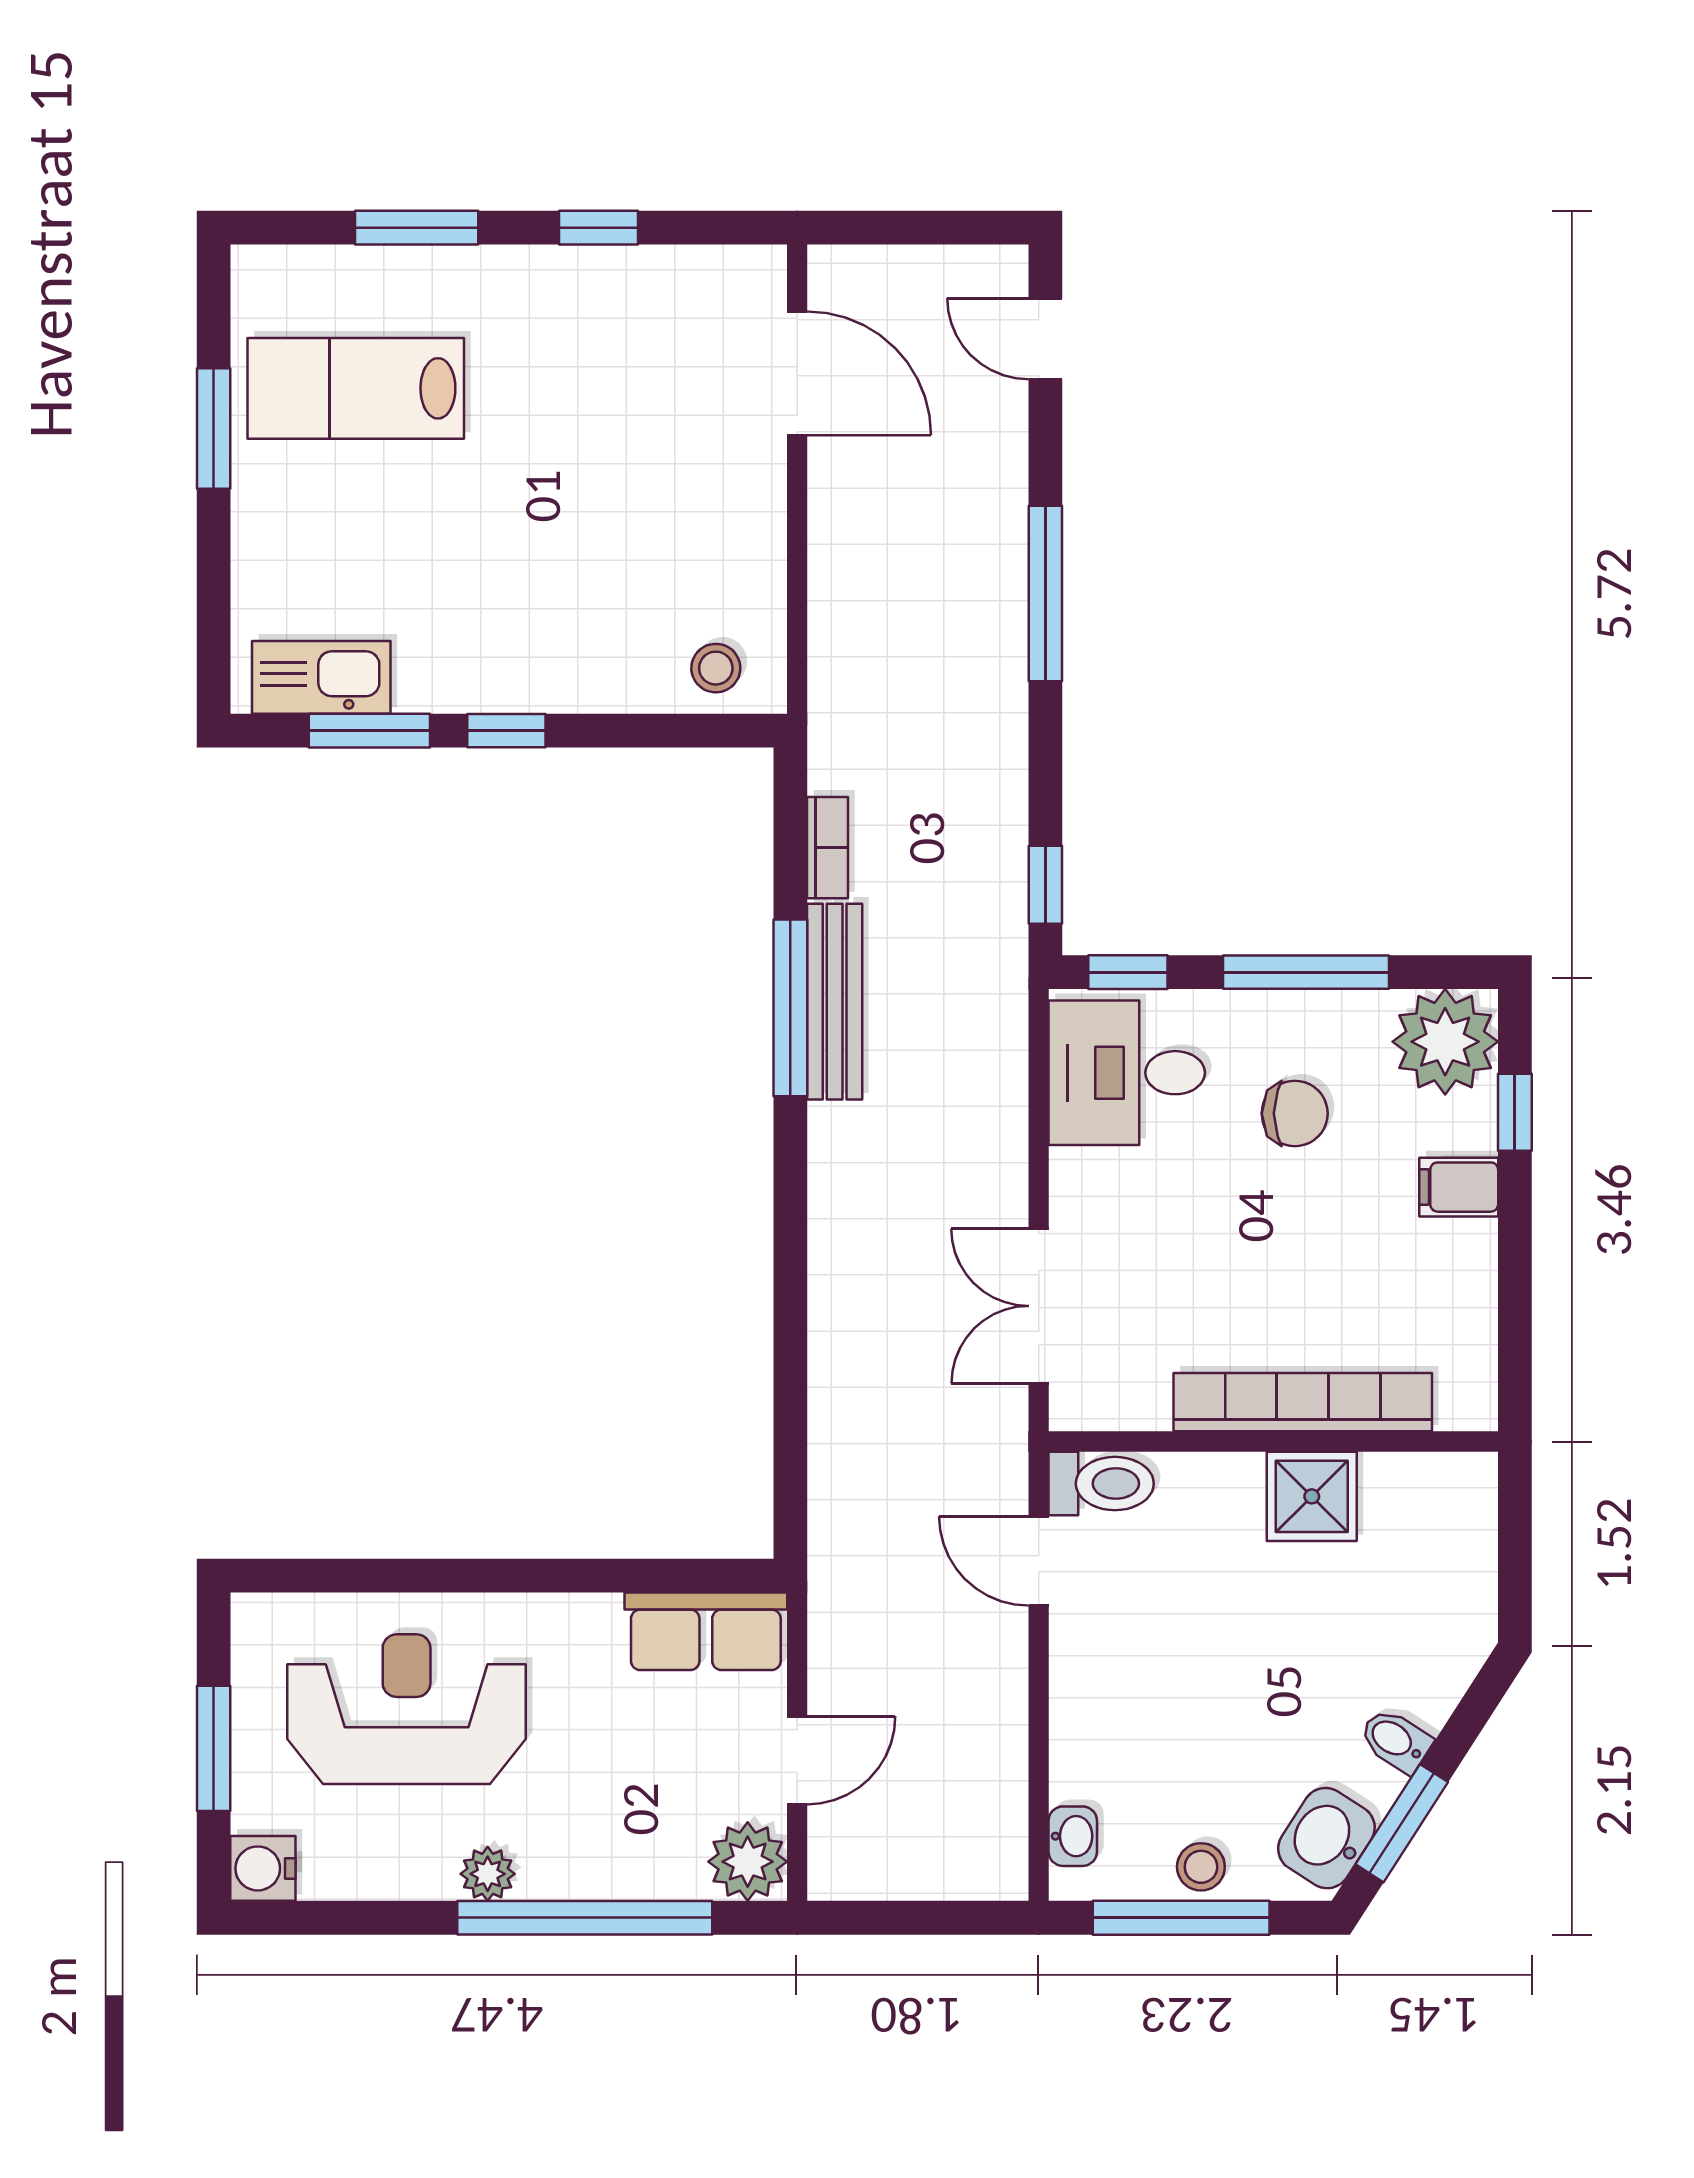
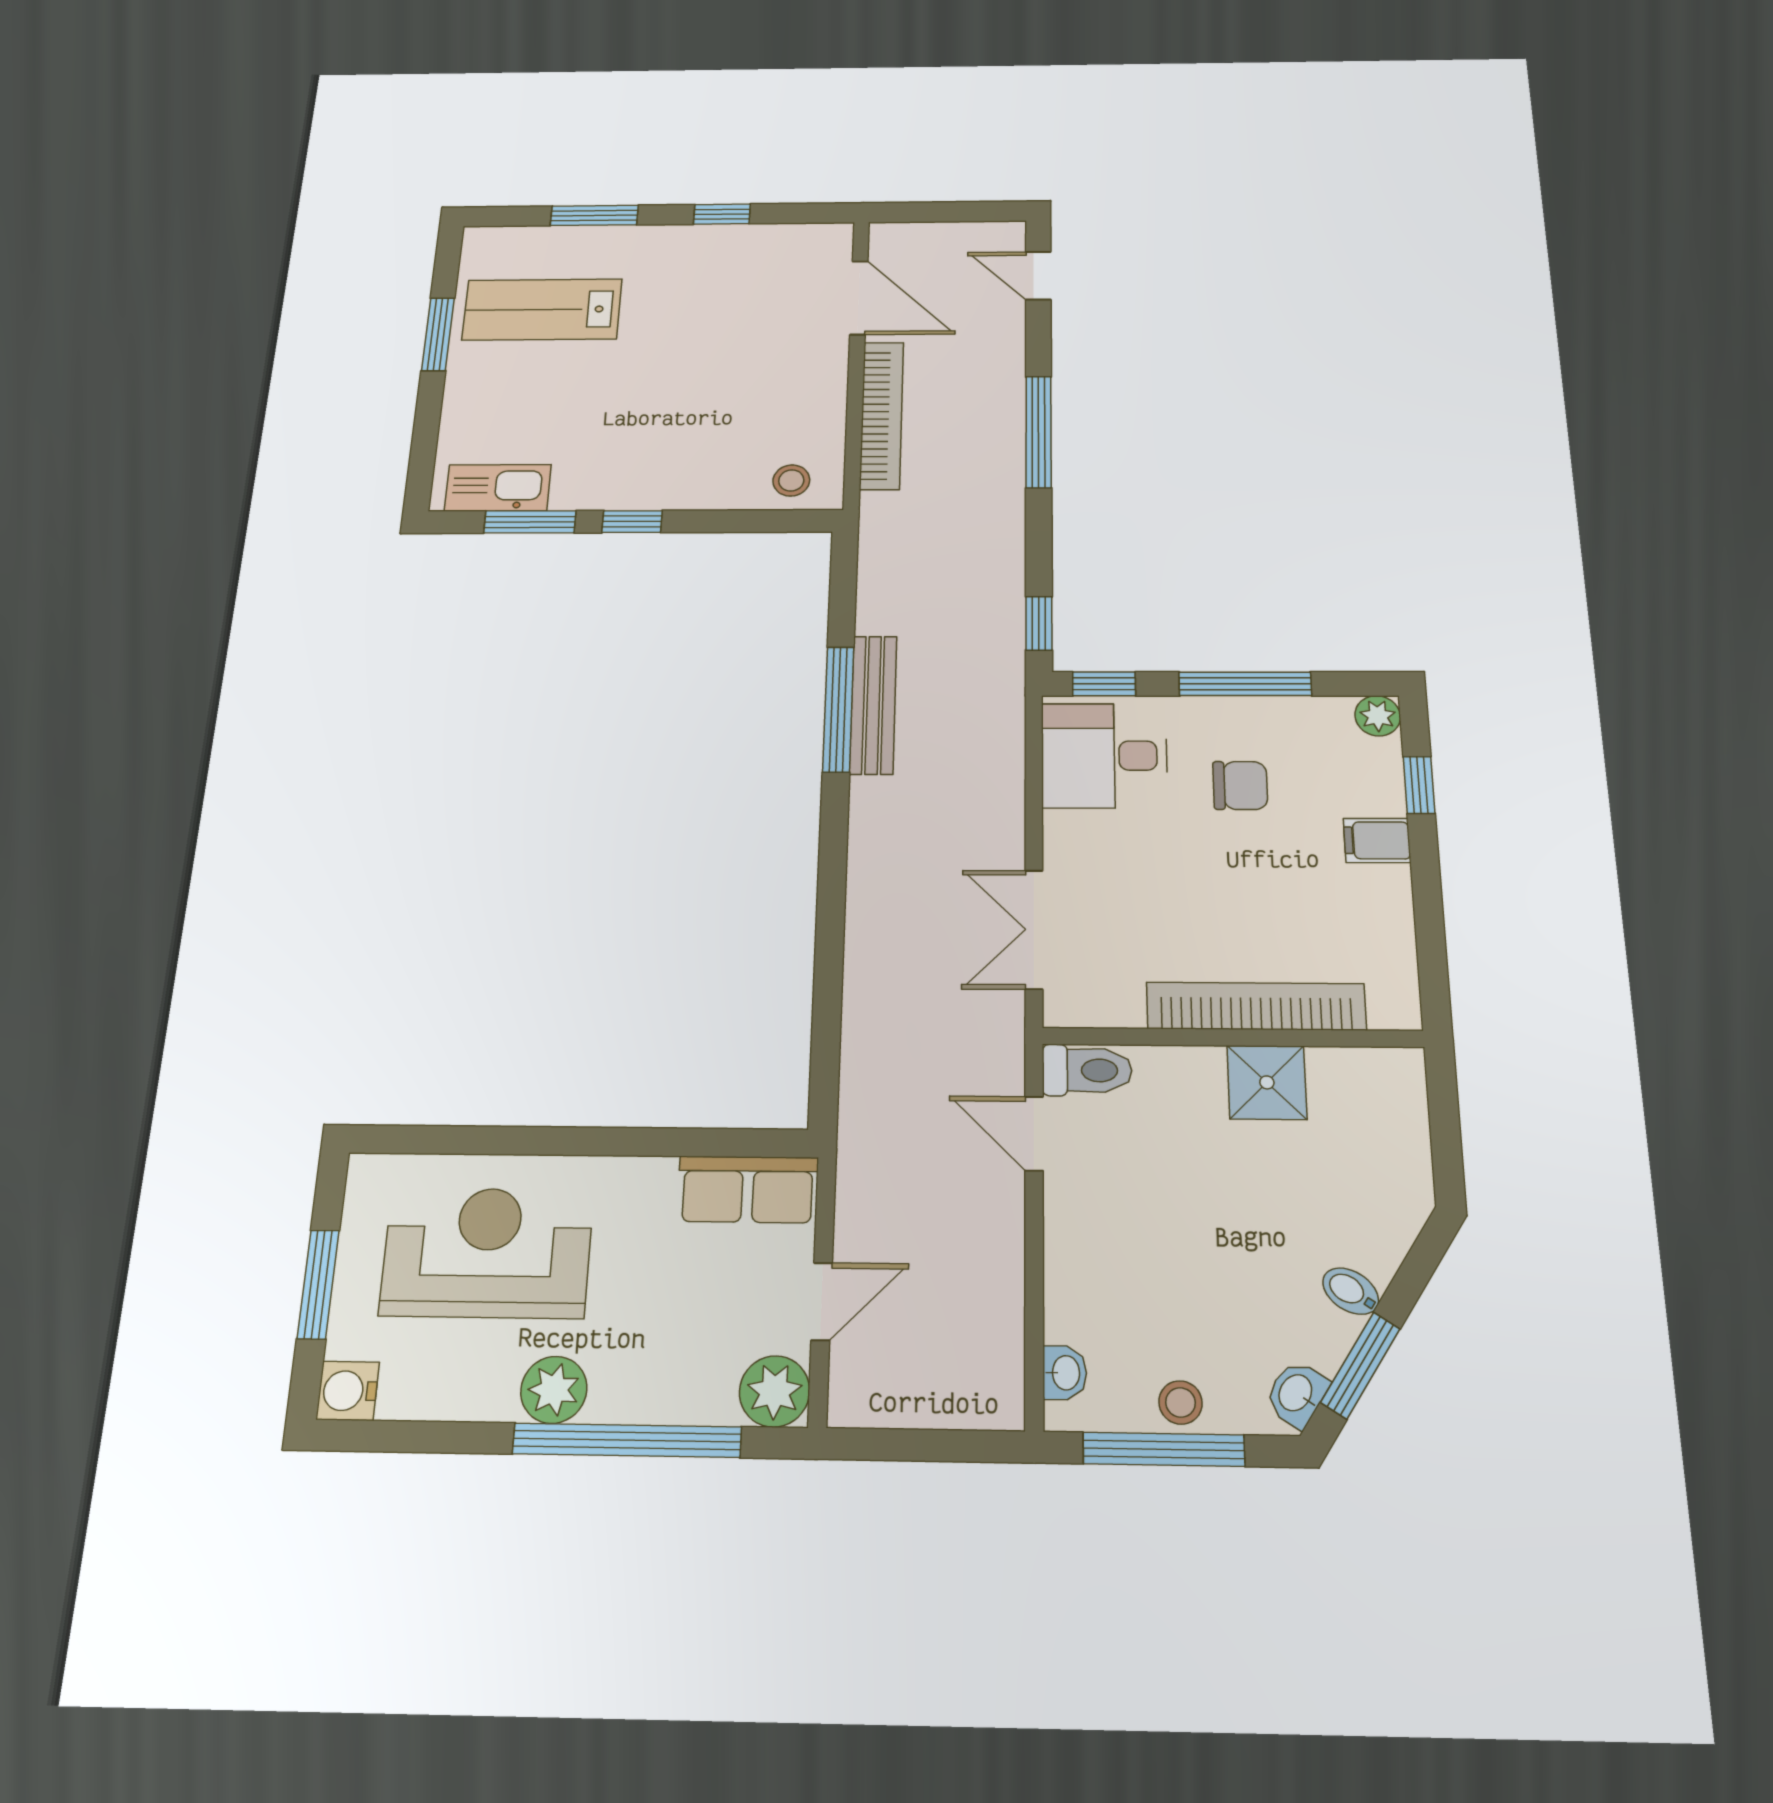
bookcase: (827, 848) -> (882, 415), moved, width x2.31, depth x1.31
plant: (1445, 1042) -> (1378, 716), width x0.53, depth x0.53
washbasin: (1326, 1838) -> (1297, 1394), width x0.72, depth x0.69
plant: (488, 1874) -> (554, 1390), width x1.38, depth x1.38

